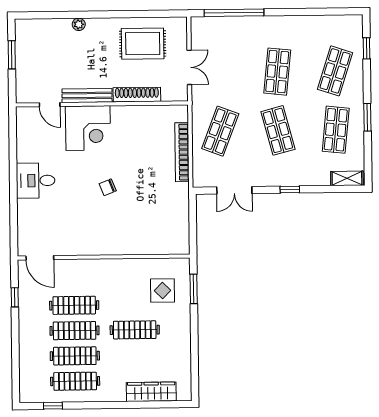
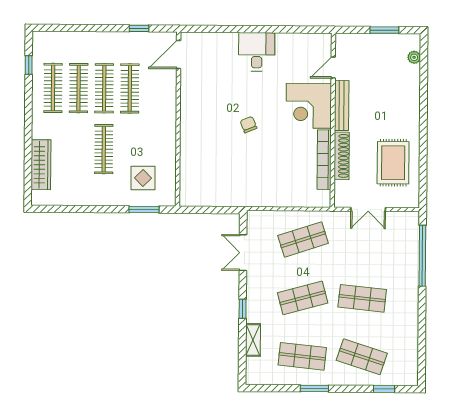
plant: (79, 24) -> (414, 57), moved
shop shelf: (220, 131) -> (303, 239), turned -39
bookcase: (182, 152) -> (324, 160), moved, turned -90
shelving: (347, 178) -> (253, 340), moved

